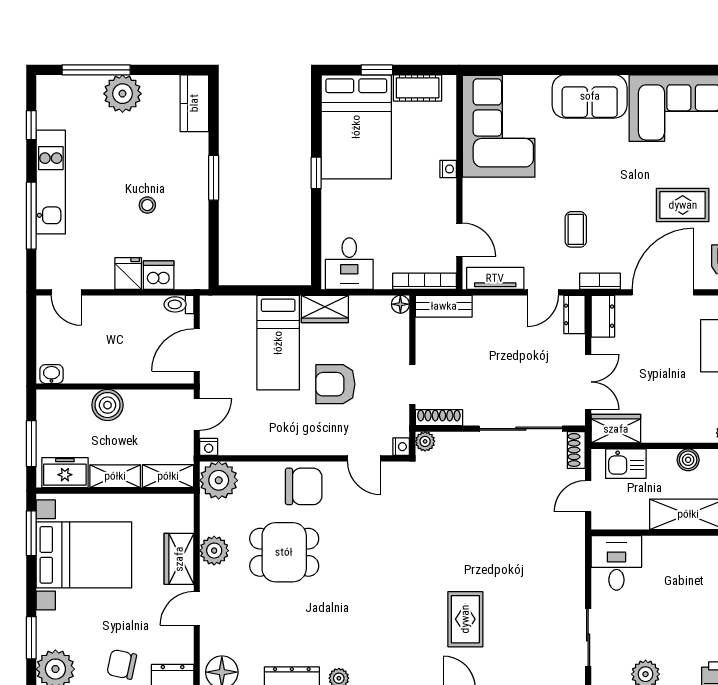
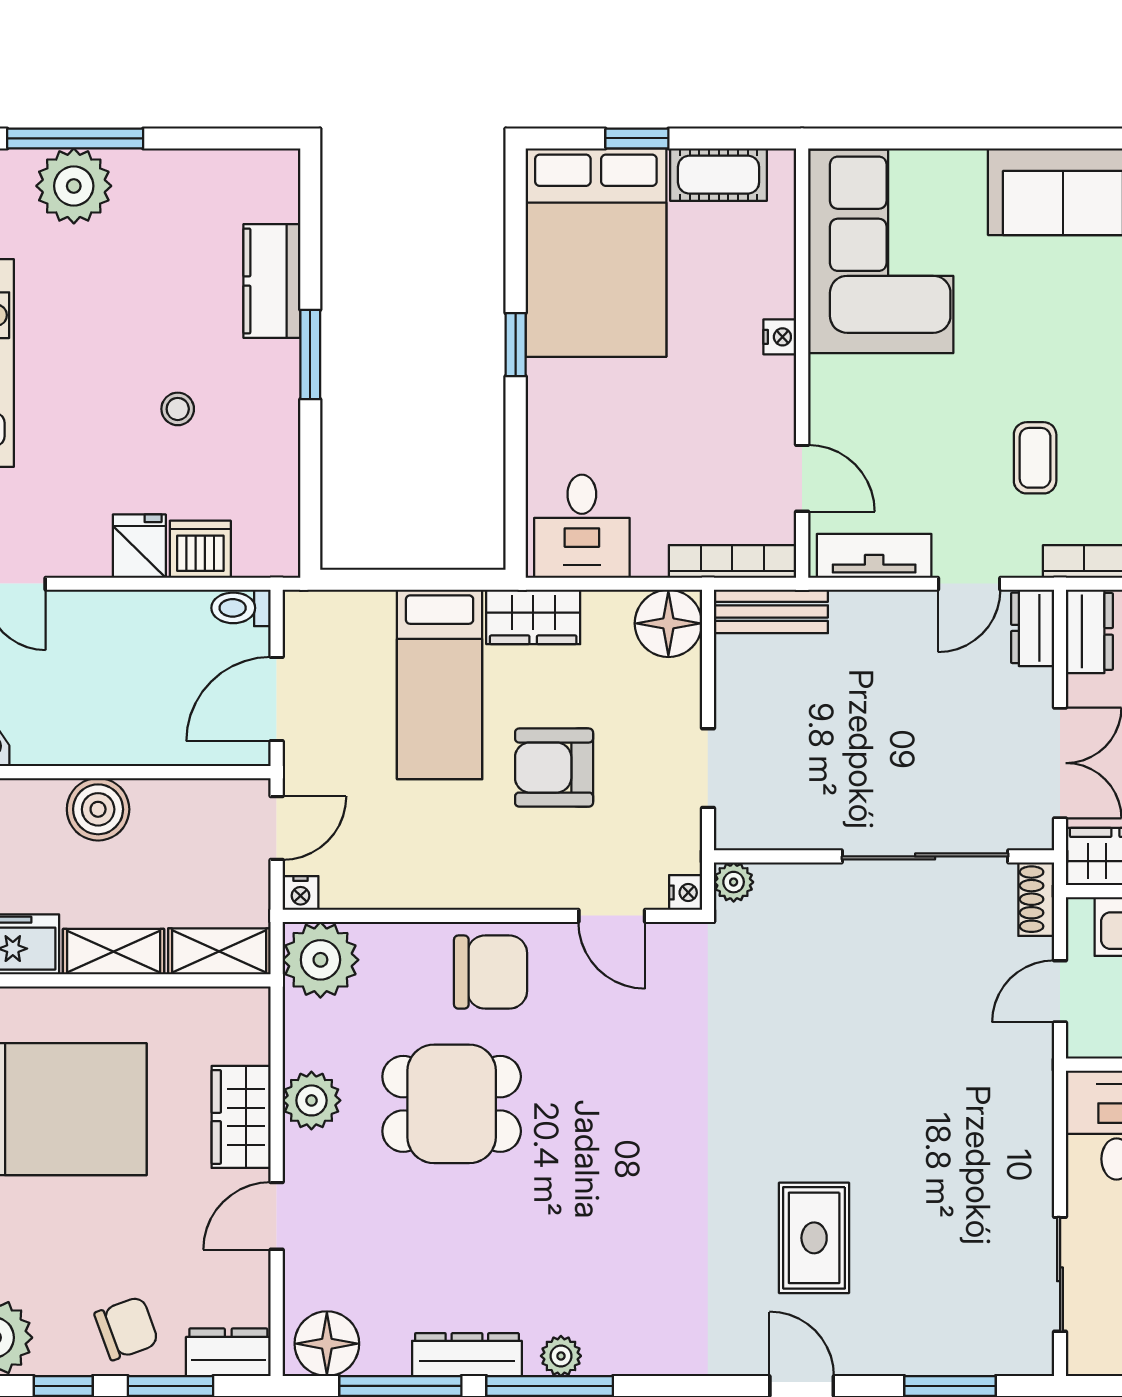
plant: (123, 94) -> (74, 186), moved
kitchen counter: (194, 103) -> (272, 281), moved
floor lamp: (400, 304) -> (668, 623), width x1.89, depth x1.89
shoe rack: (439, 418) -> (761, 834), removed
chair: (122, 664) -> (127, 1328), turned 148

